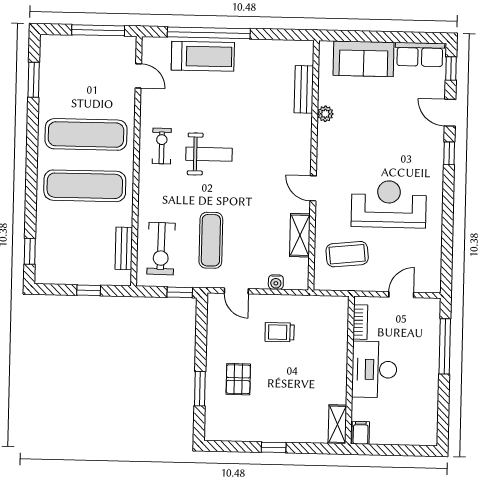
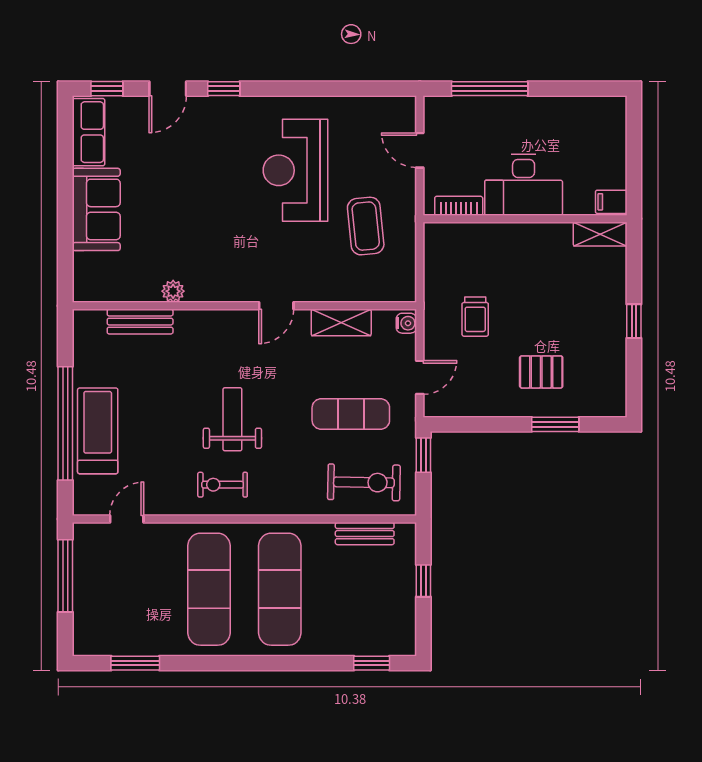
bench: (304, 89) -> (140, 322), moved
plant: (325, 114) -> (173, 291), moved
wall: (314, 165) -> (244, 306), moved
door: (313, 188) -> (276, 306), moved
shelving: (300, 235) -> (341, 322), moved

